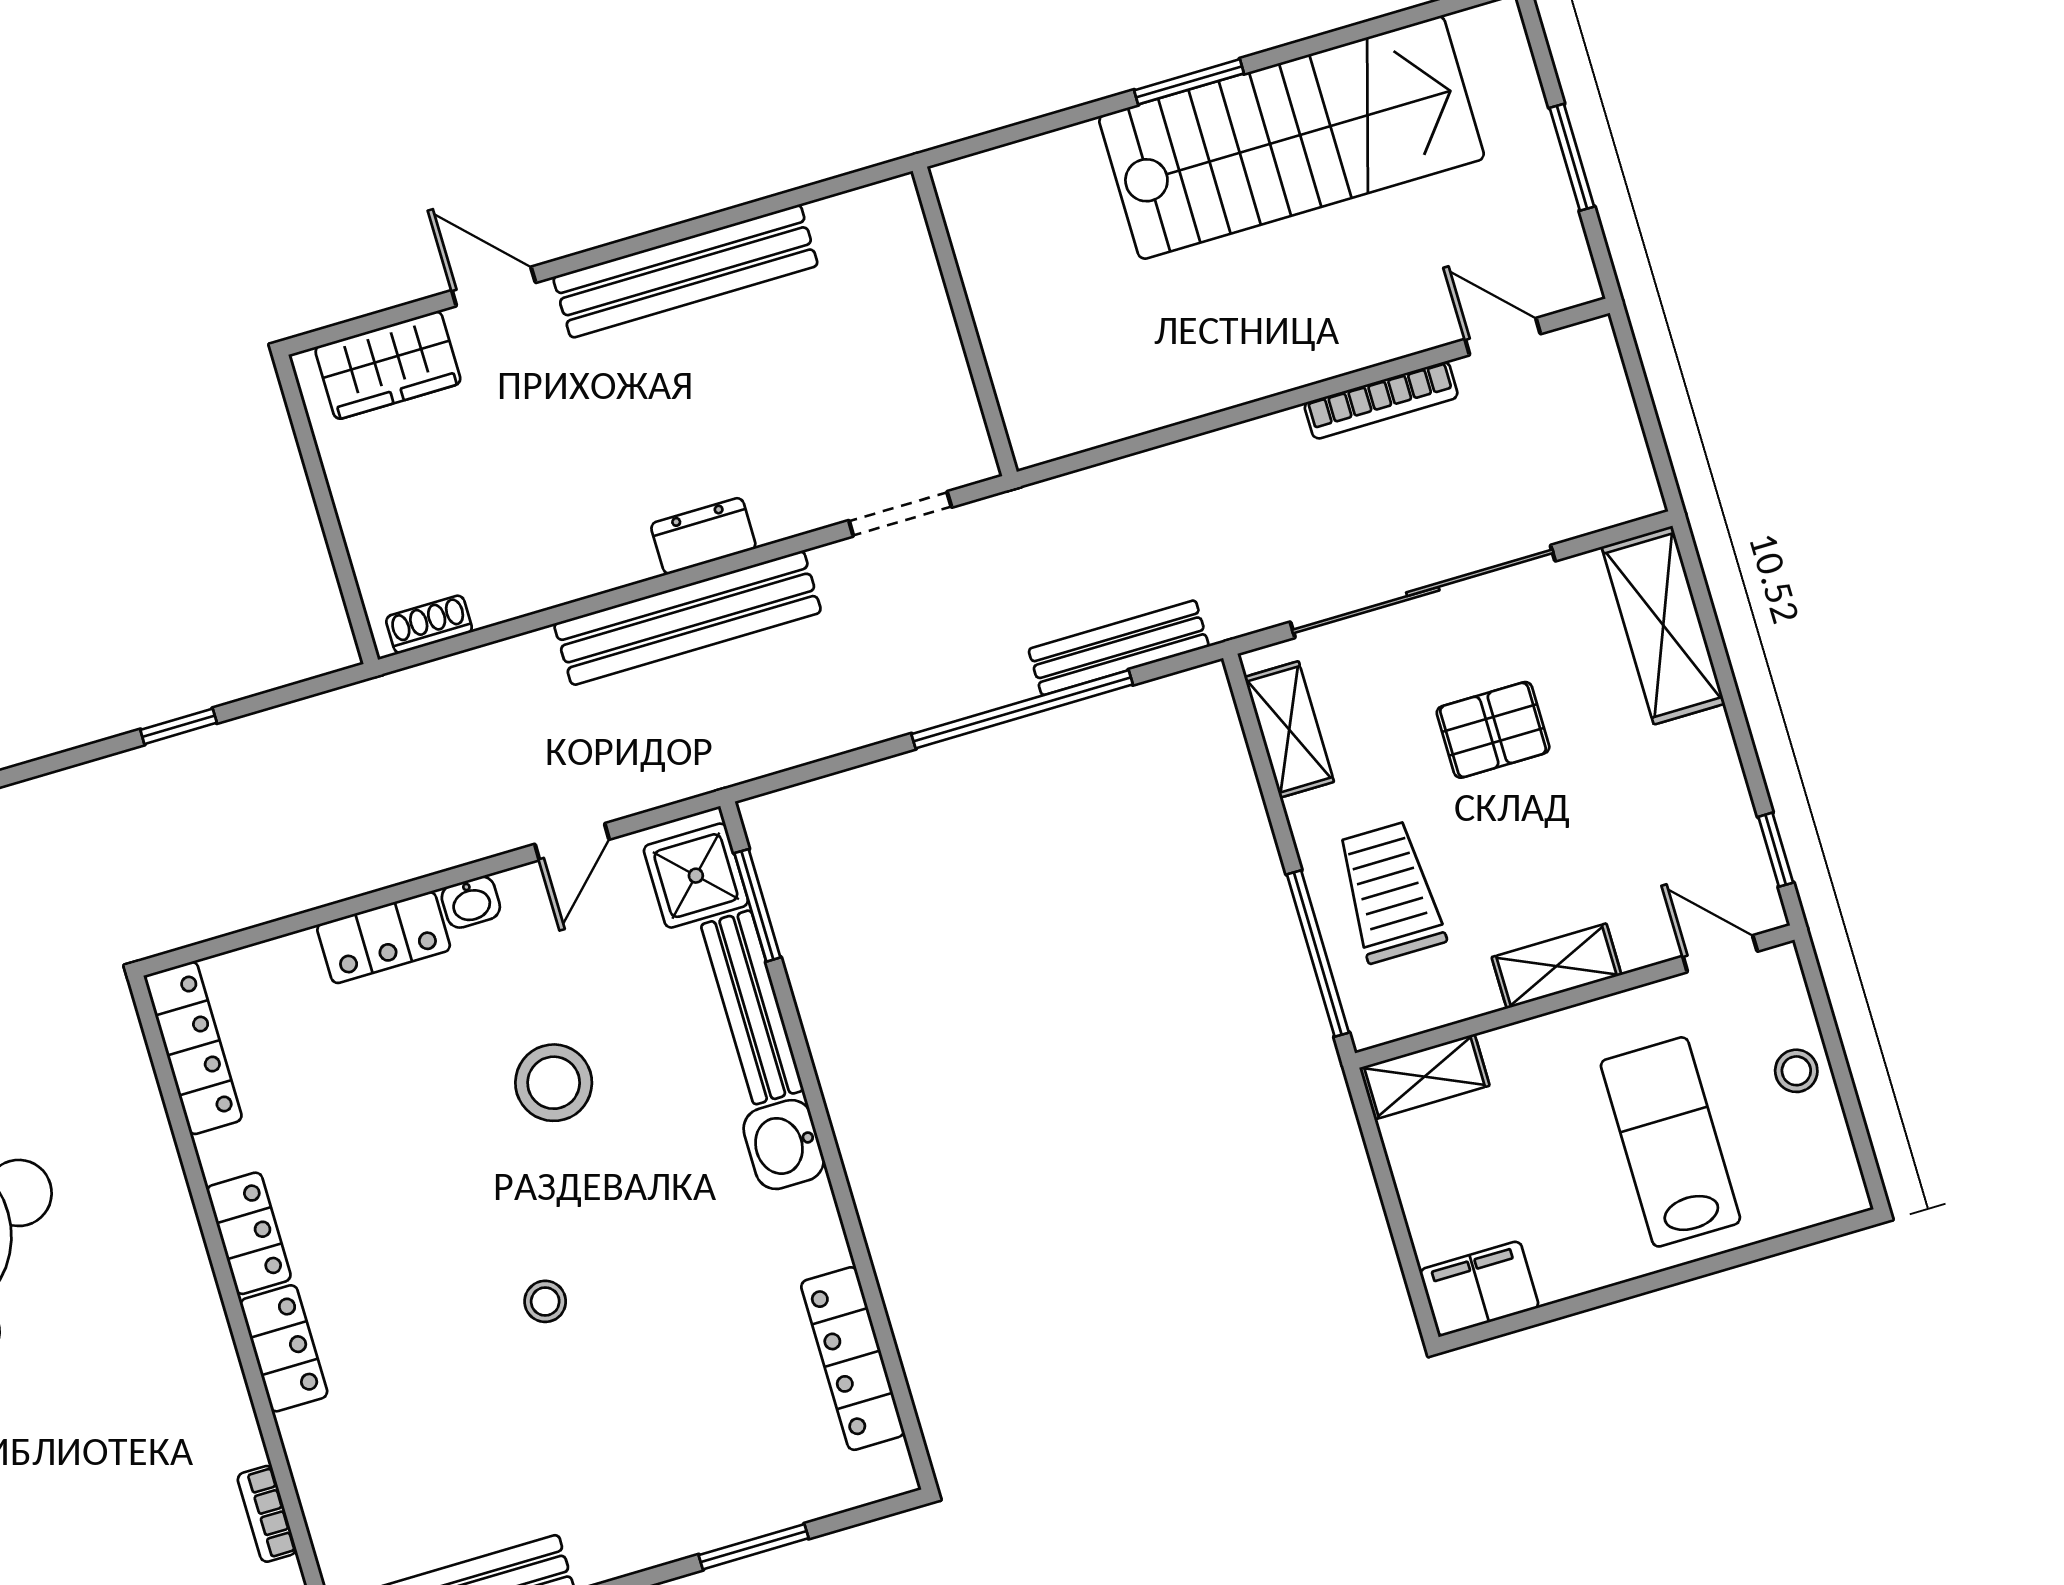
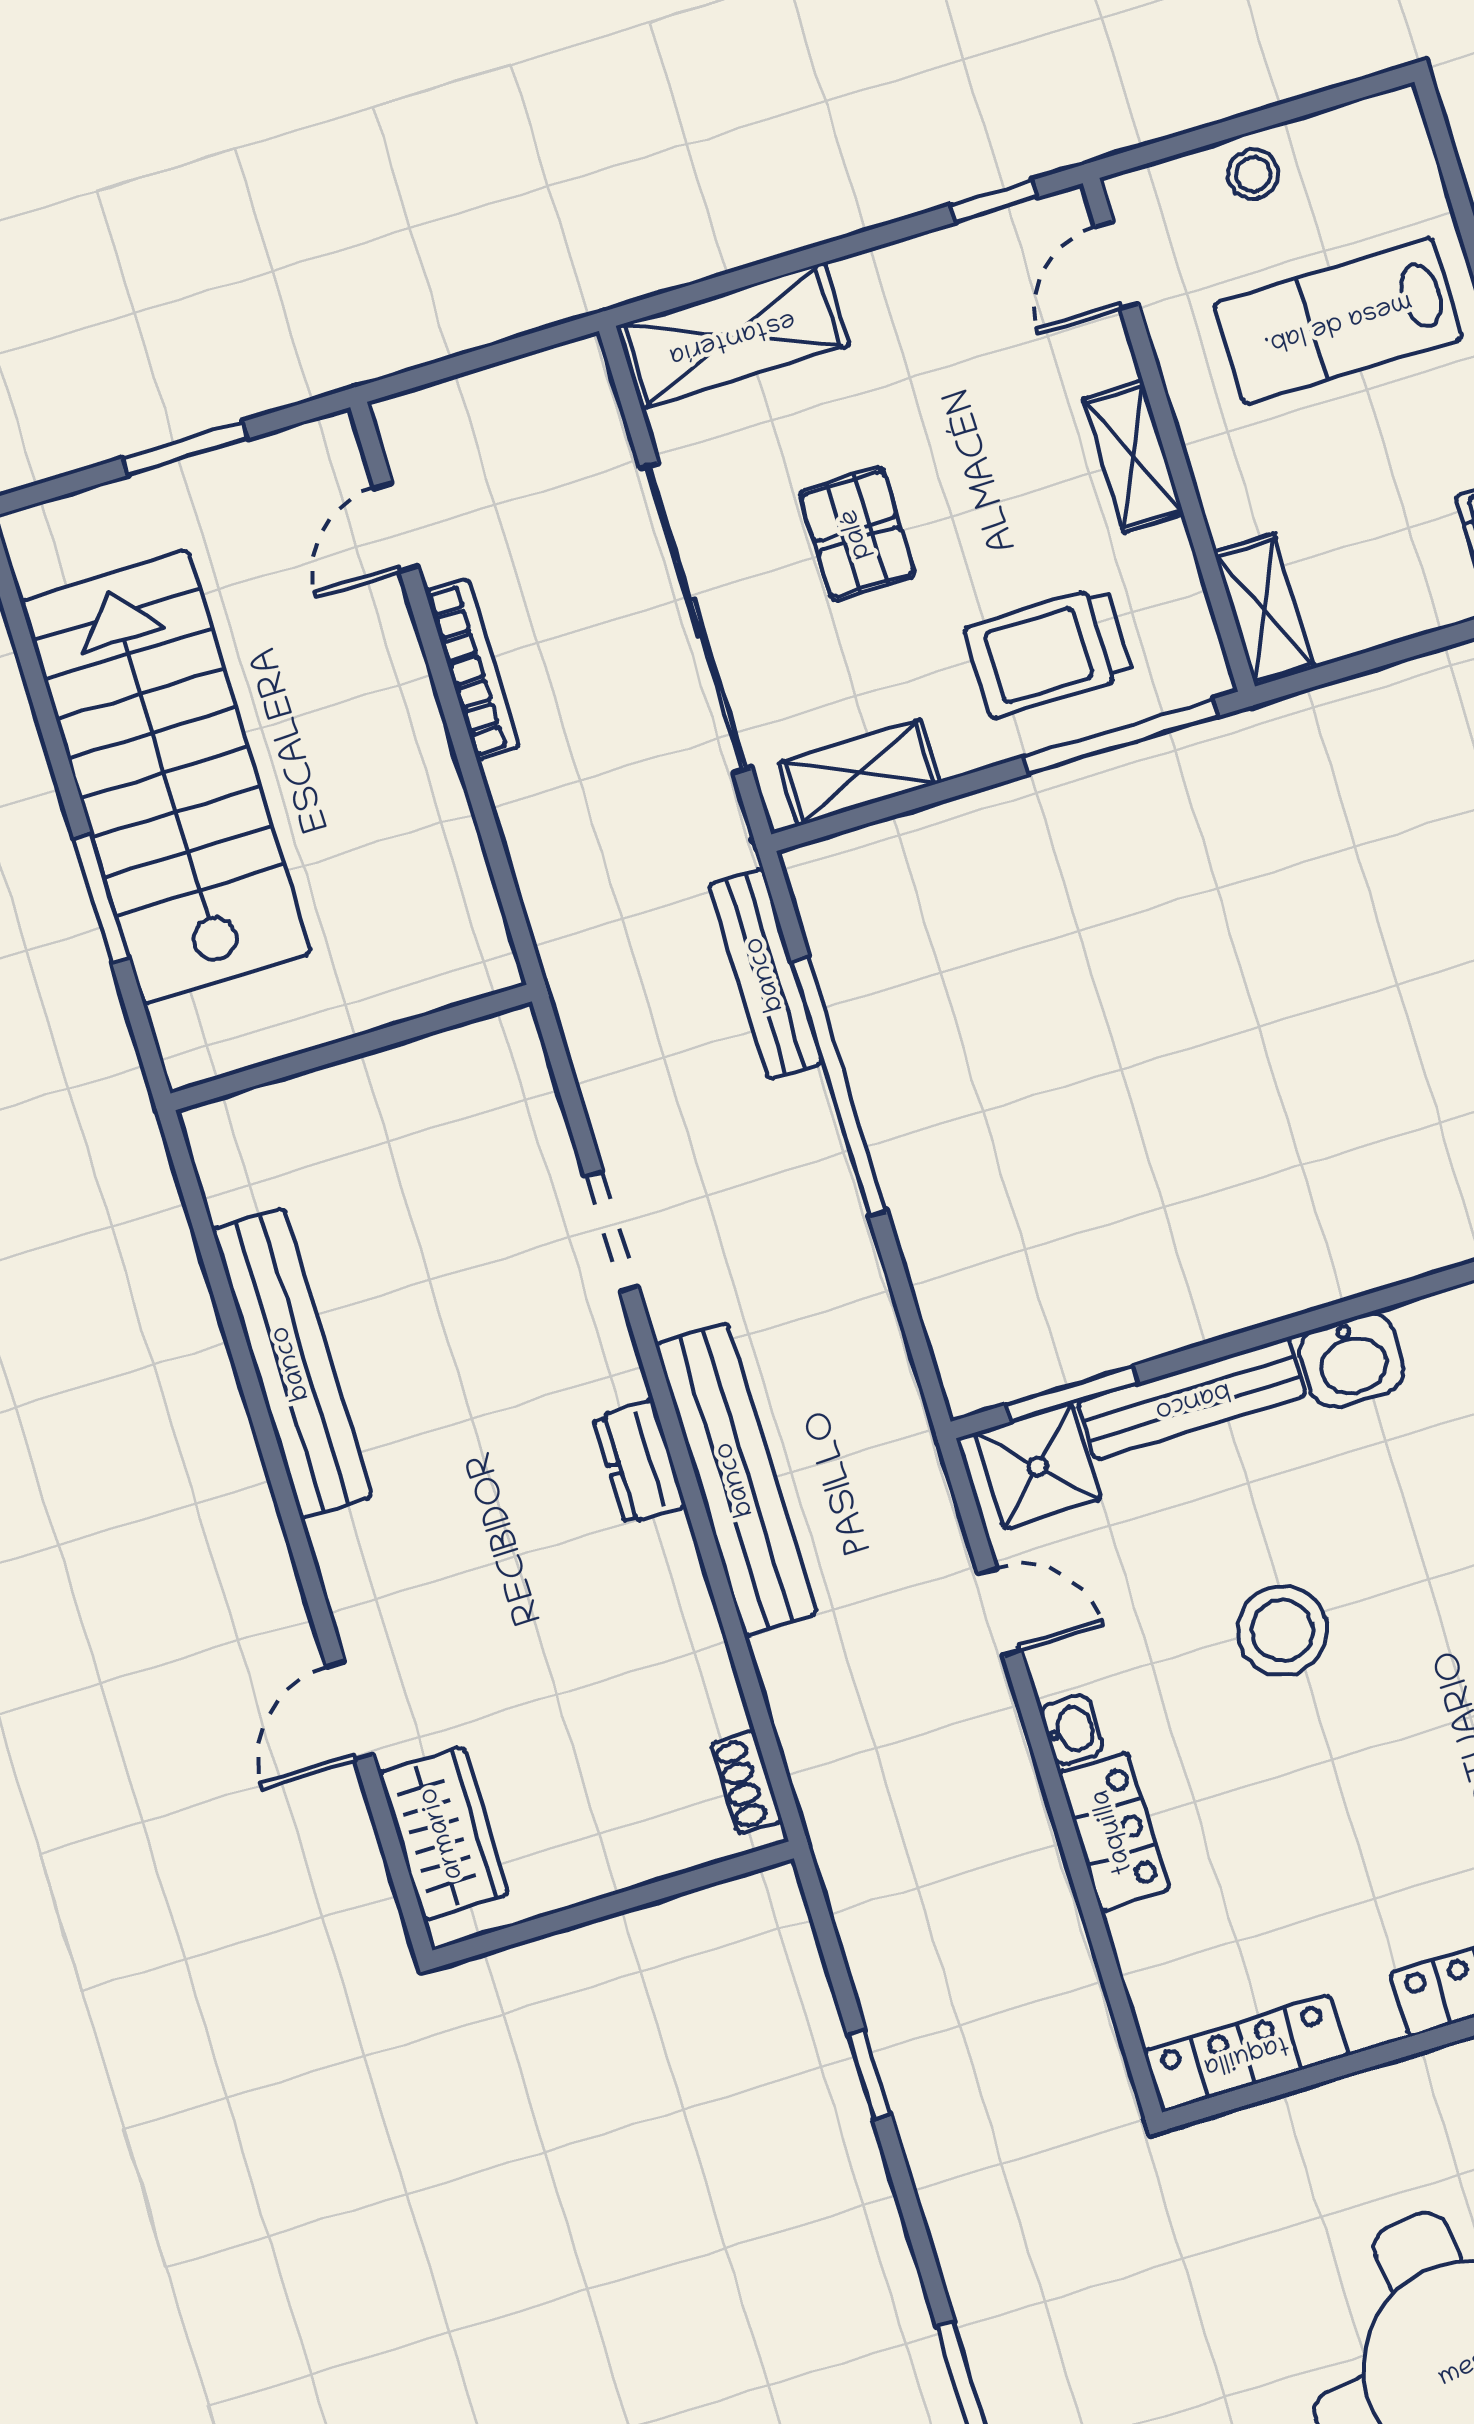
bench: (685, 271) -> (292, 1363), moved
wall: (965, 321) -> (351, 1047), moved

